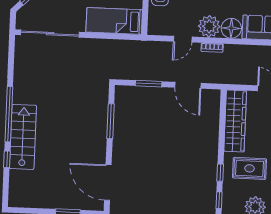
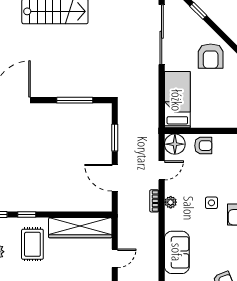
plant: (209, 26) -> (171, 202), width x0.53, depth x0.53
floor lamp: (231, 28) -> (175, 144), moved
door: (183, 39) -> (162, 170), swing flipped
door: (188, 85) -> (115, 178), hinge flipped

